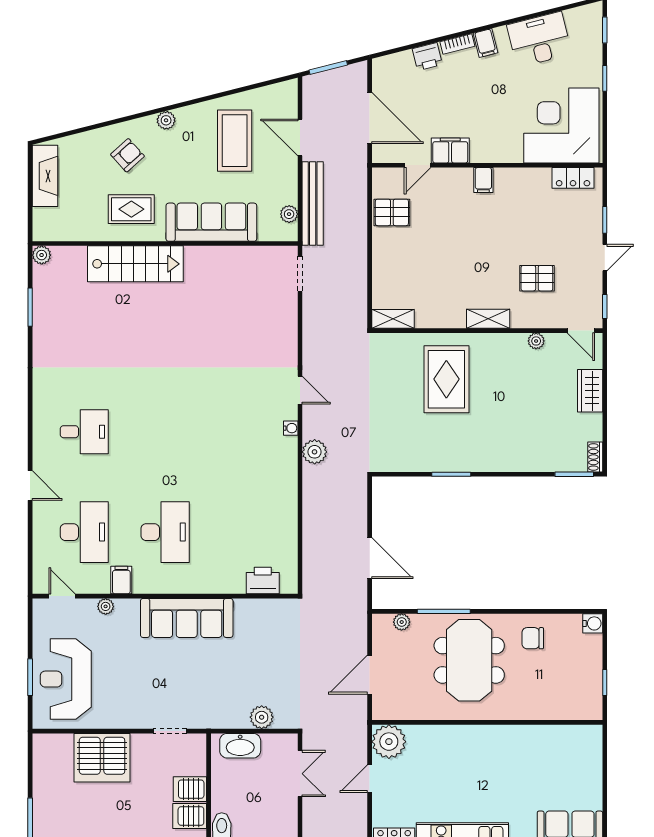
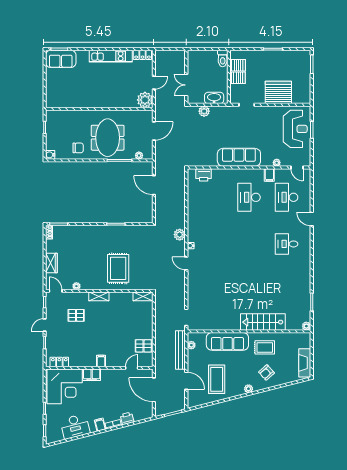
filing cabinet: (450, 151) -> (92, 375), moved

